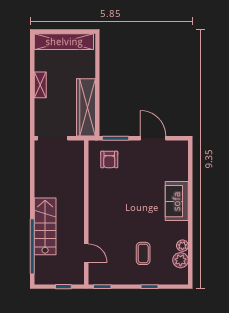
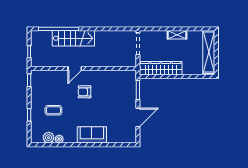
armchair: (109, 159) -> (85, 92), moved
door: (86, 253) -> (75, 68), moved

